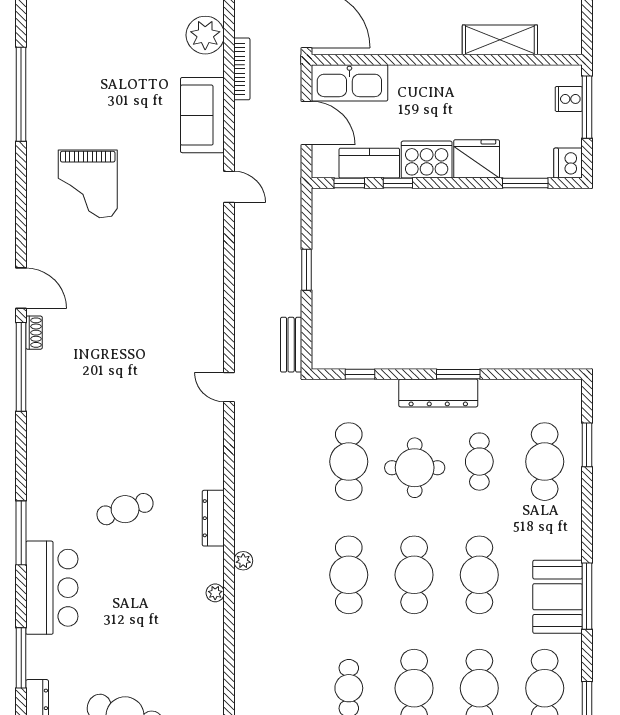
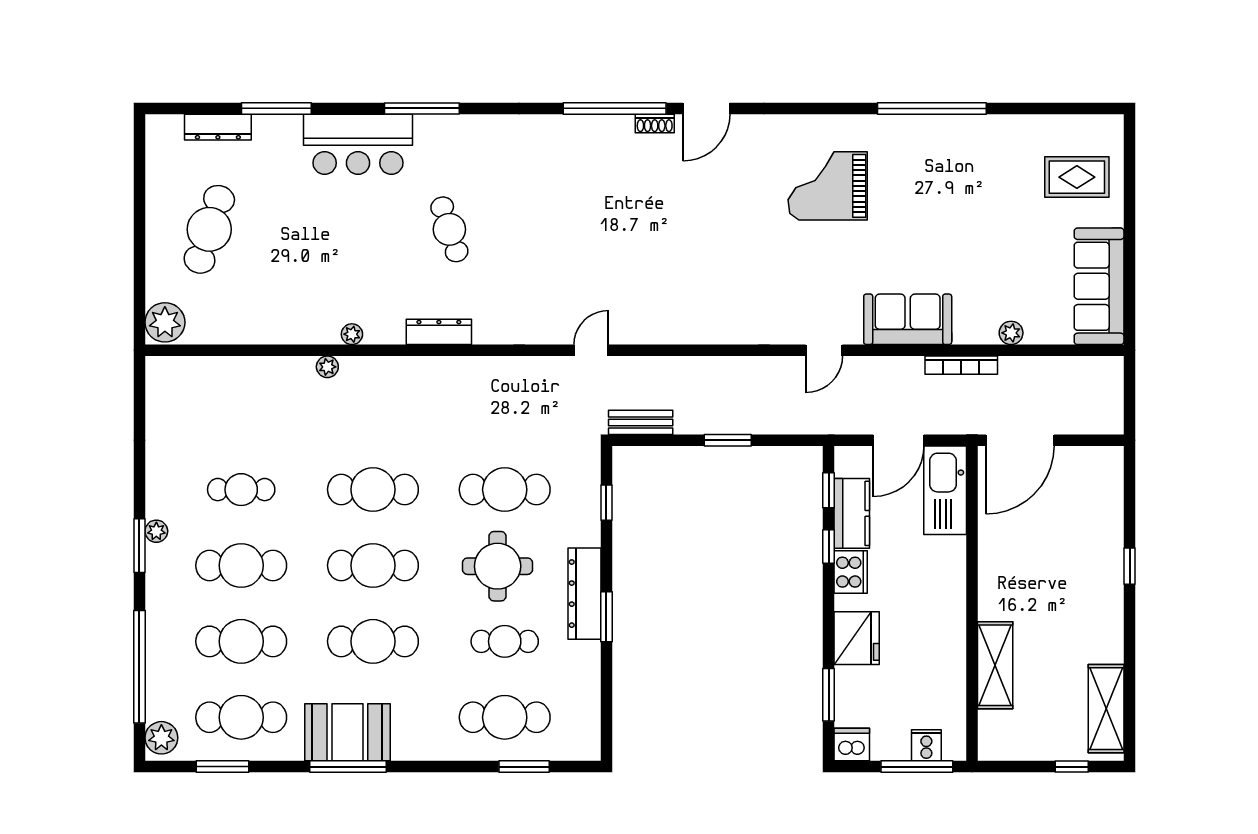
plant: (205, 35) -> (1011, 333), width x0.53, depth x0.53
cooker: (427, 160) -> (851, 572), width x0.73, depth x0.76
plant: (243, 561) -> (327, 367), moved

